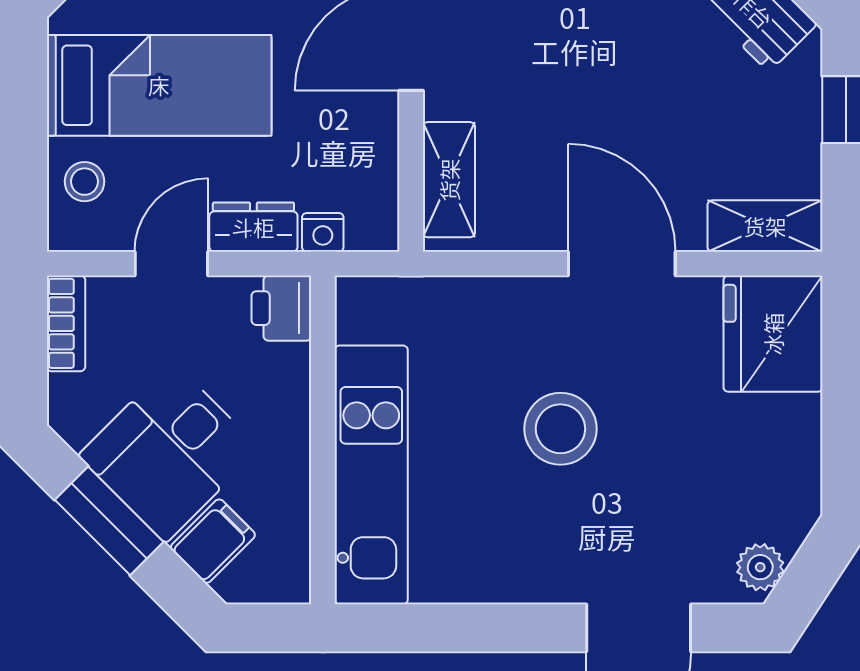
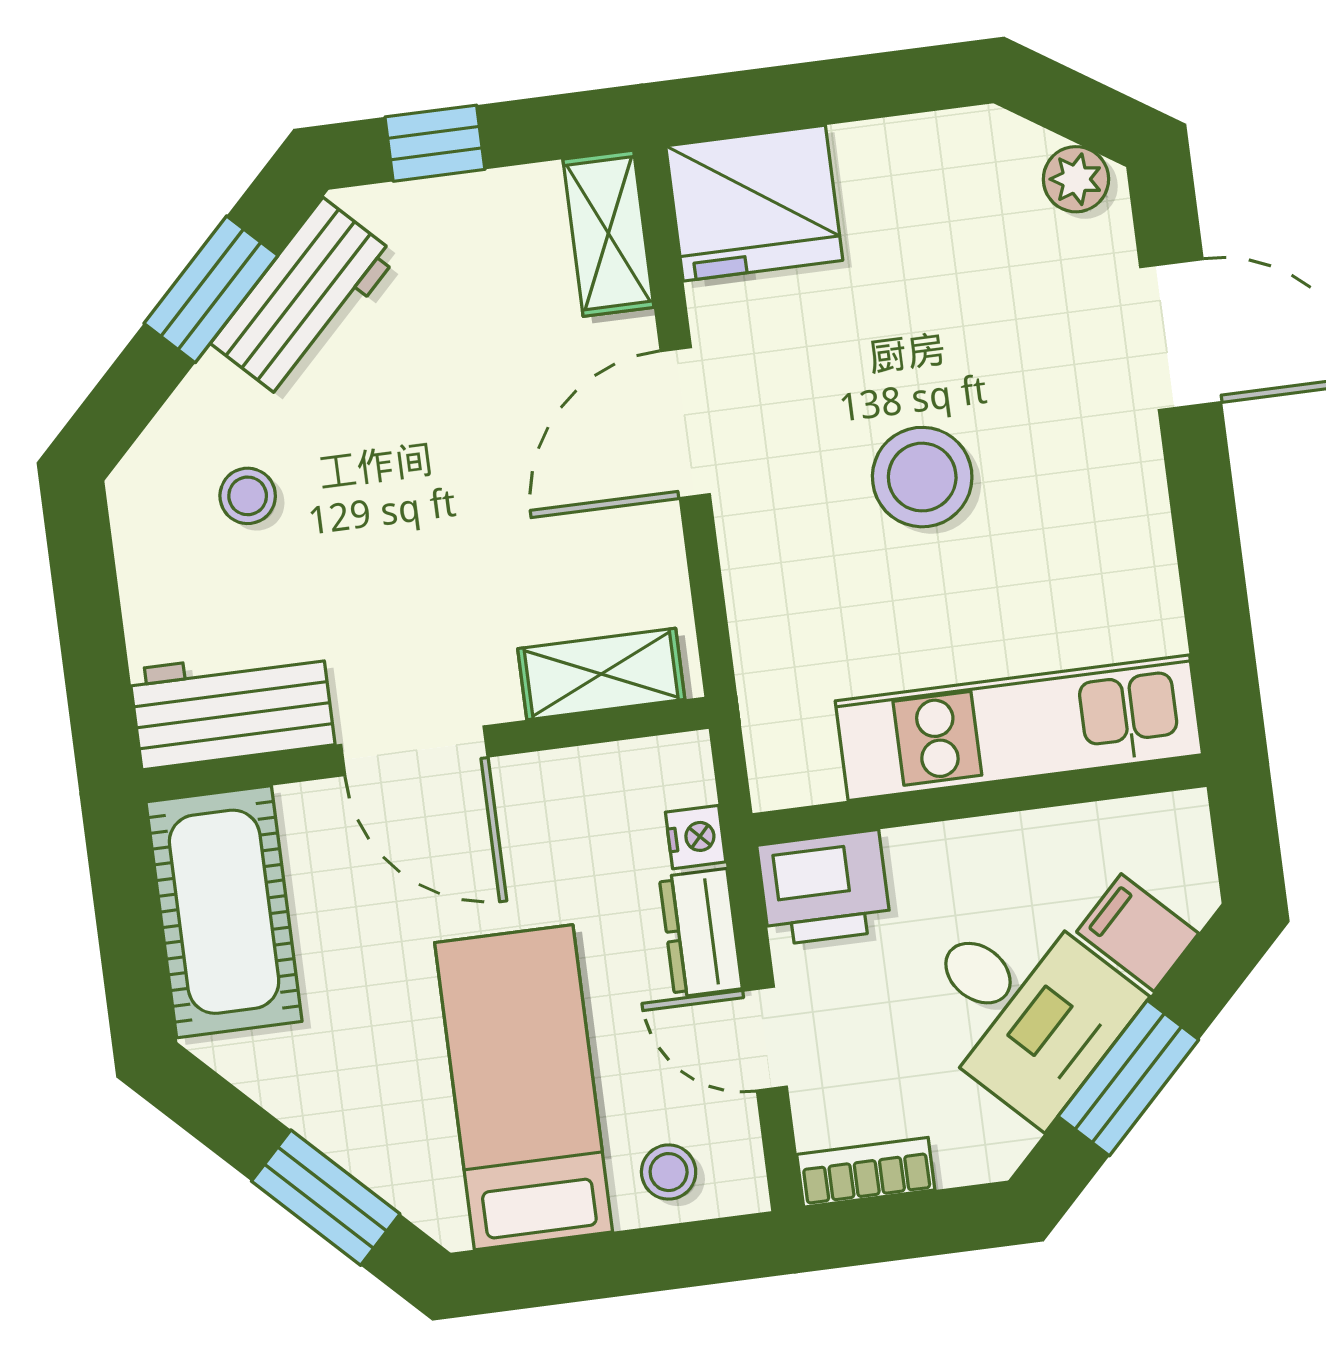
printer: (281, 308) -> (824, 888), width x1.36, depth x1.24

